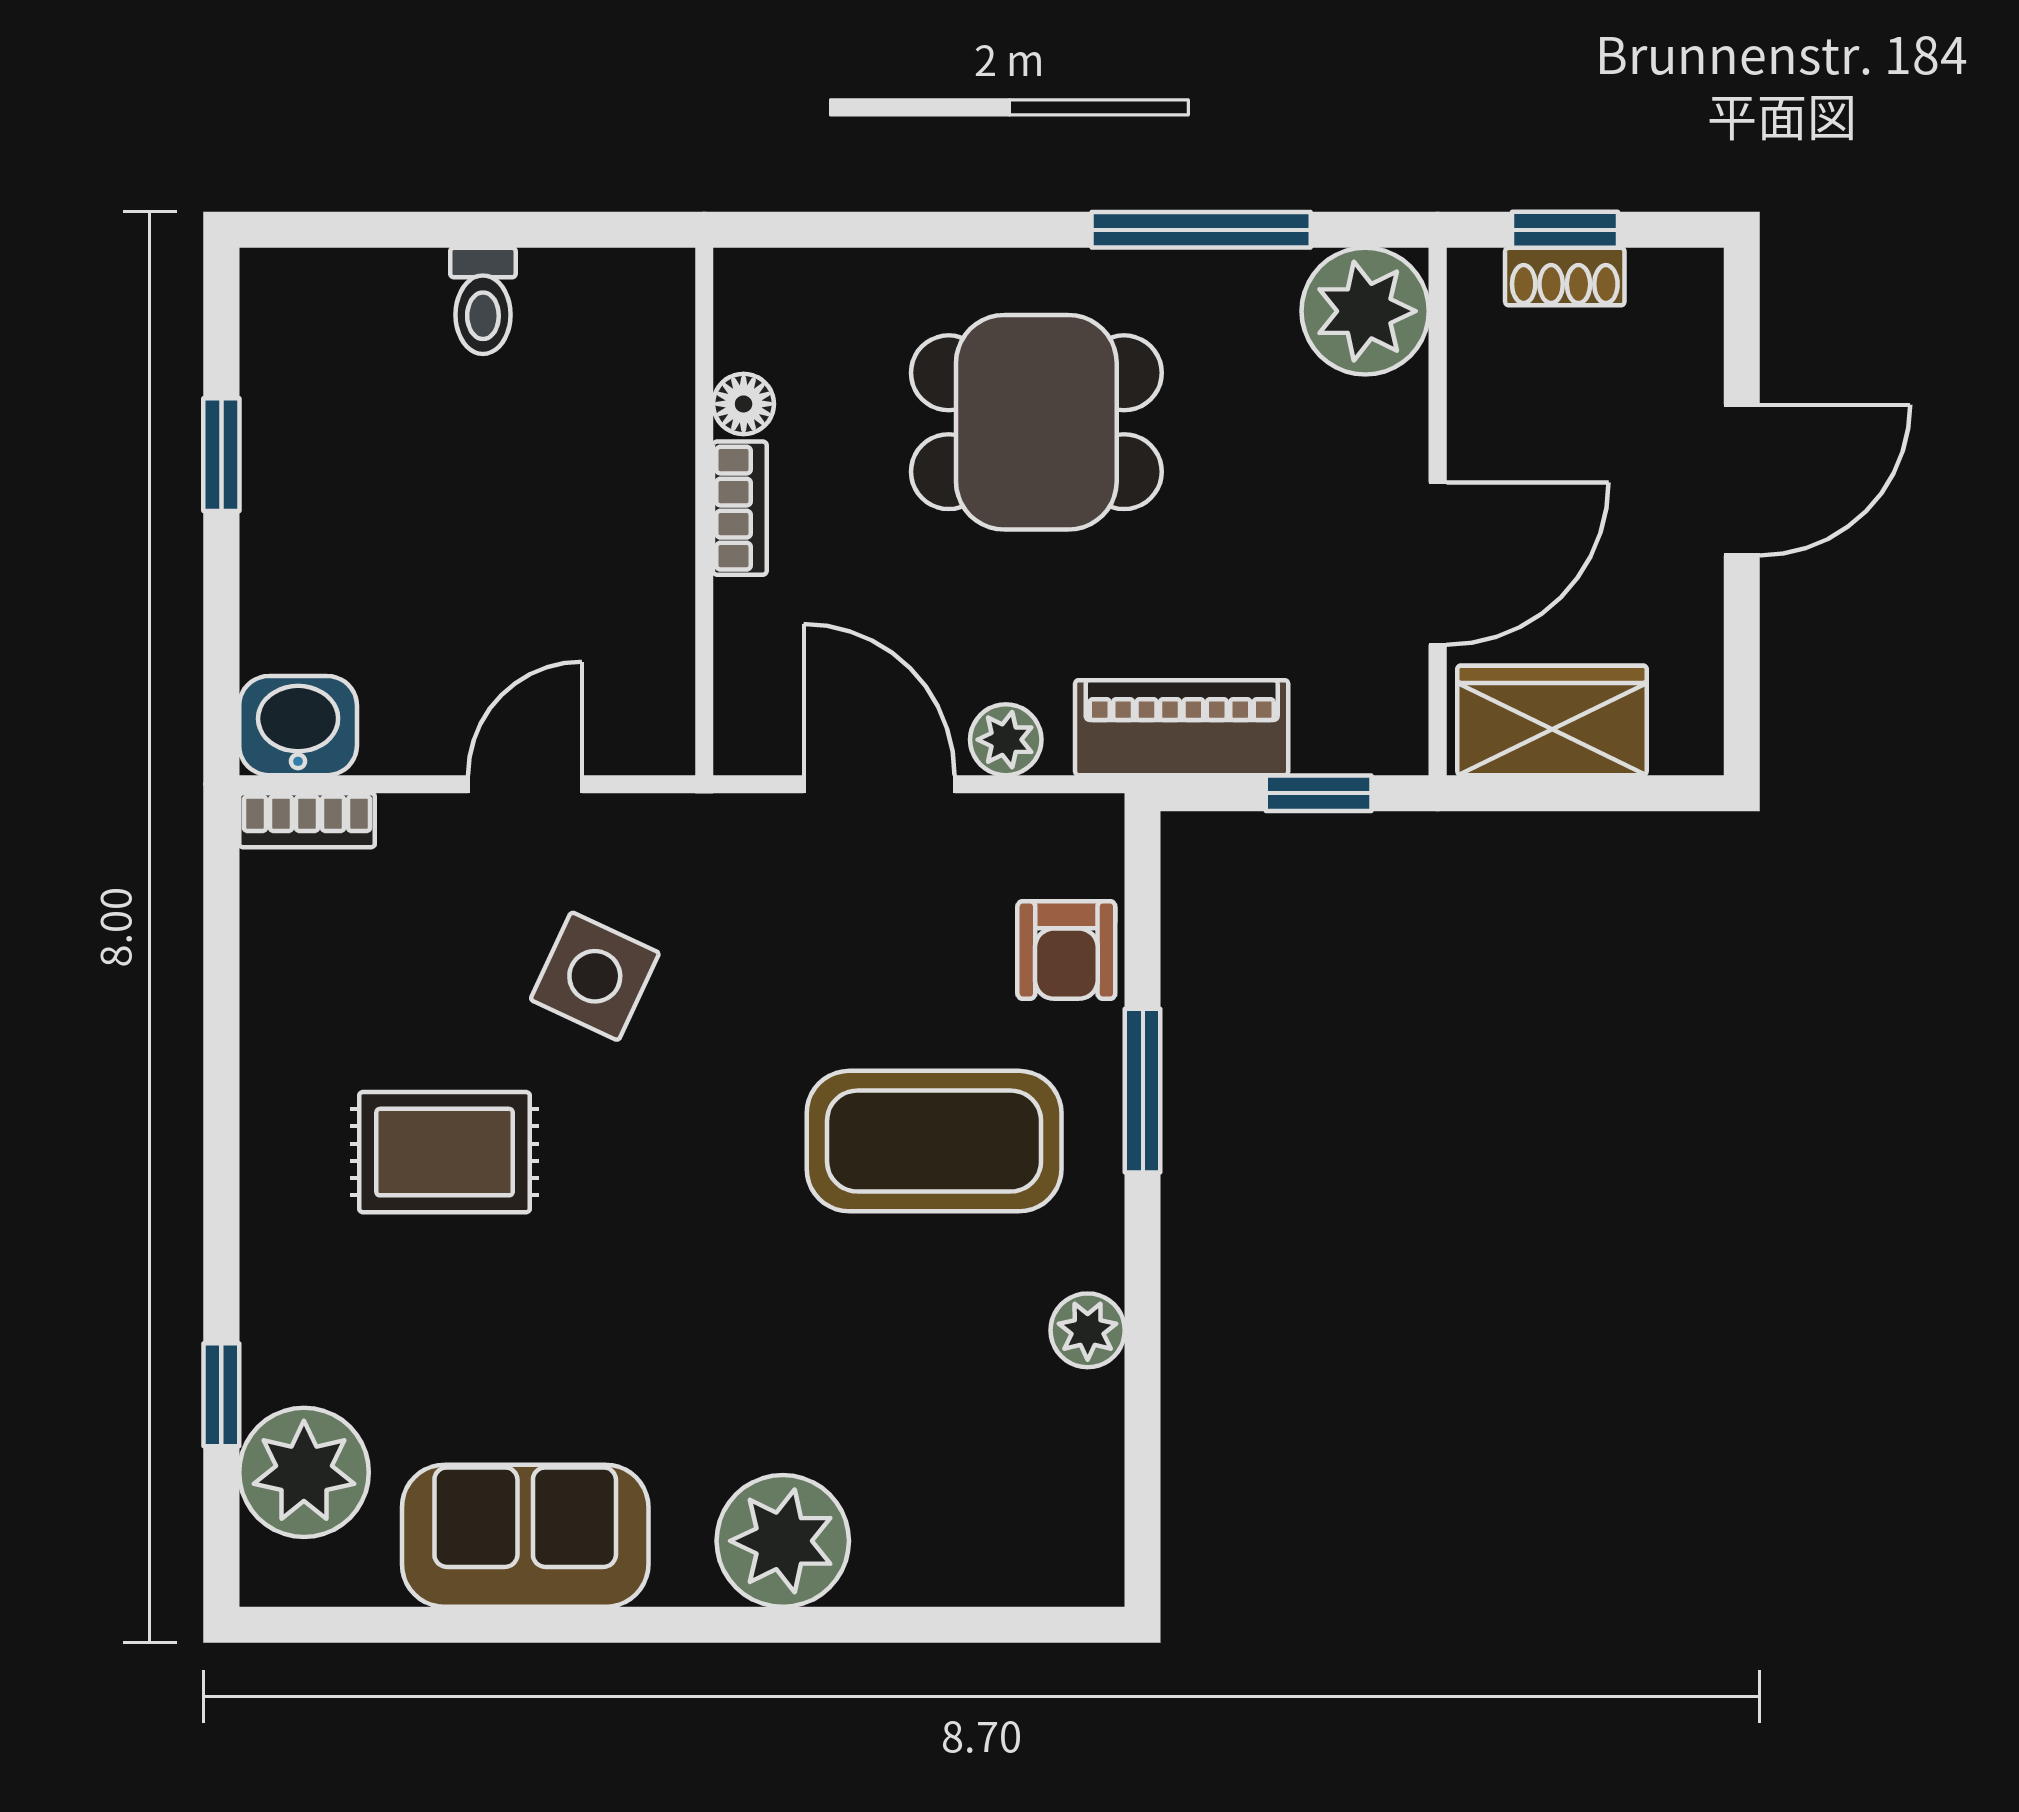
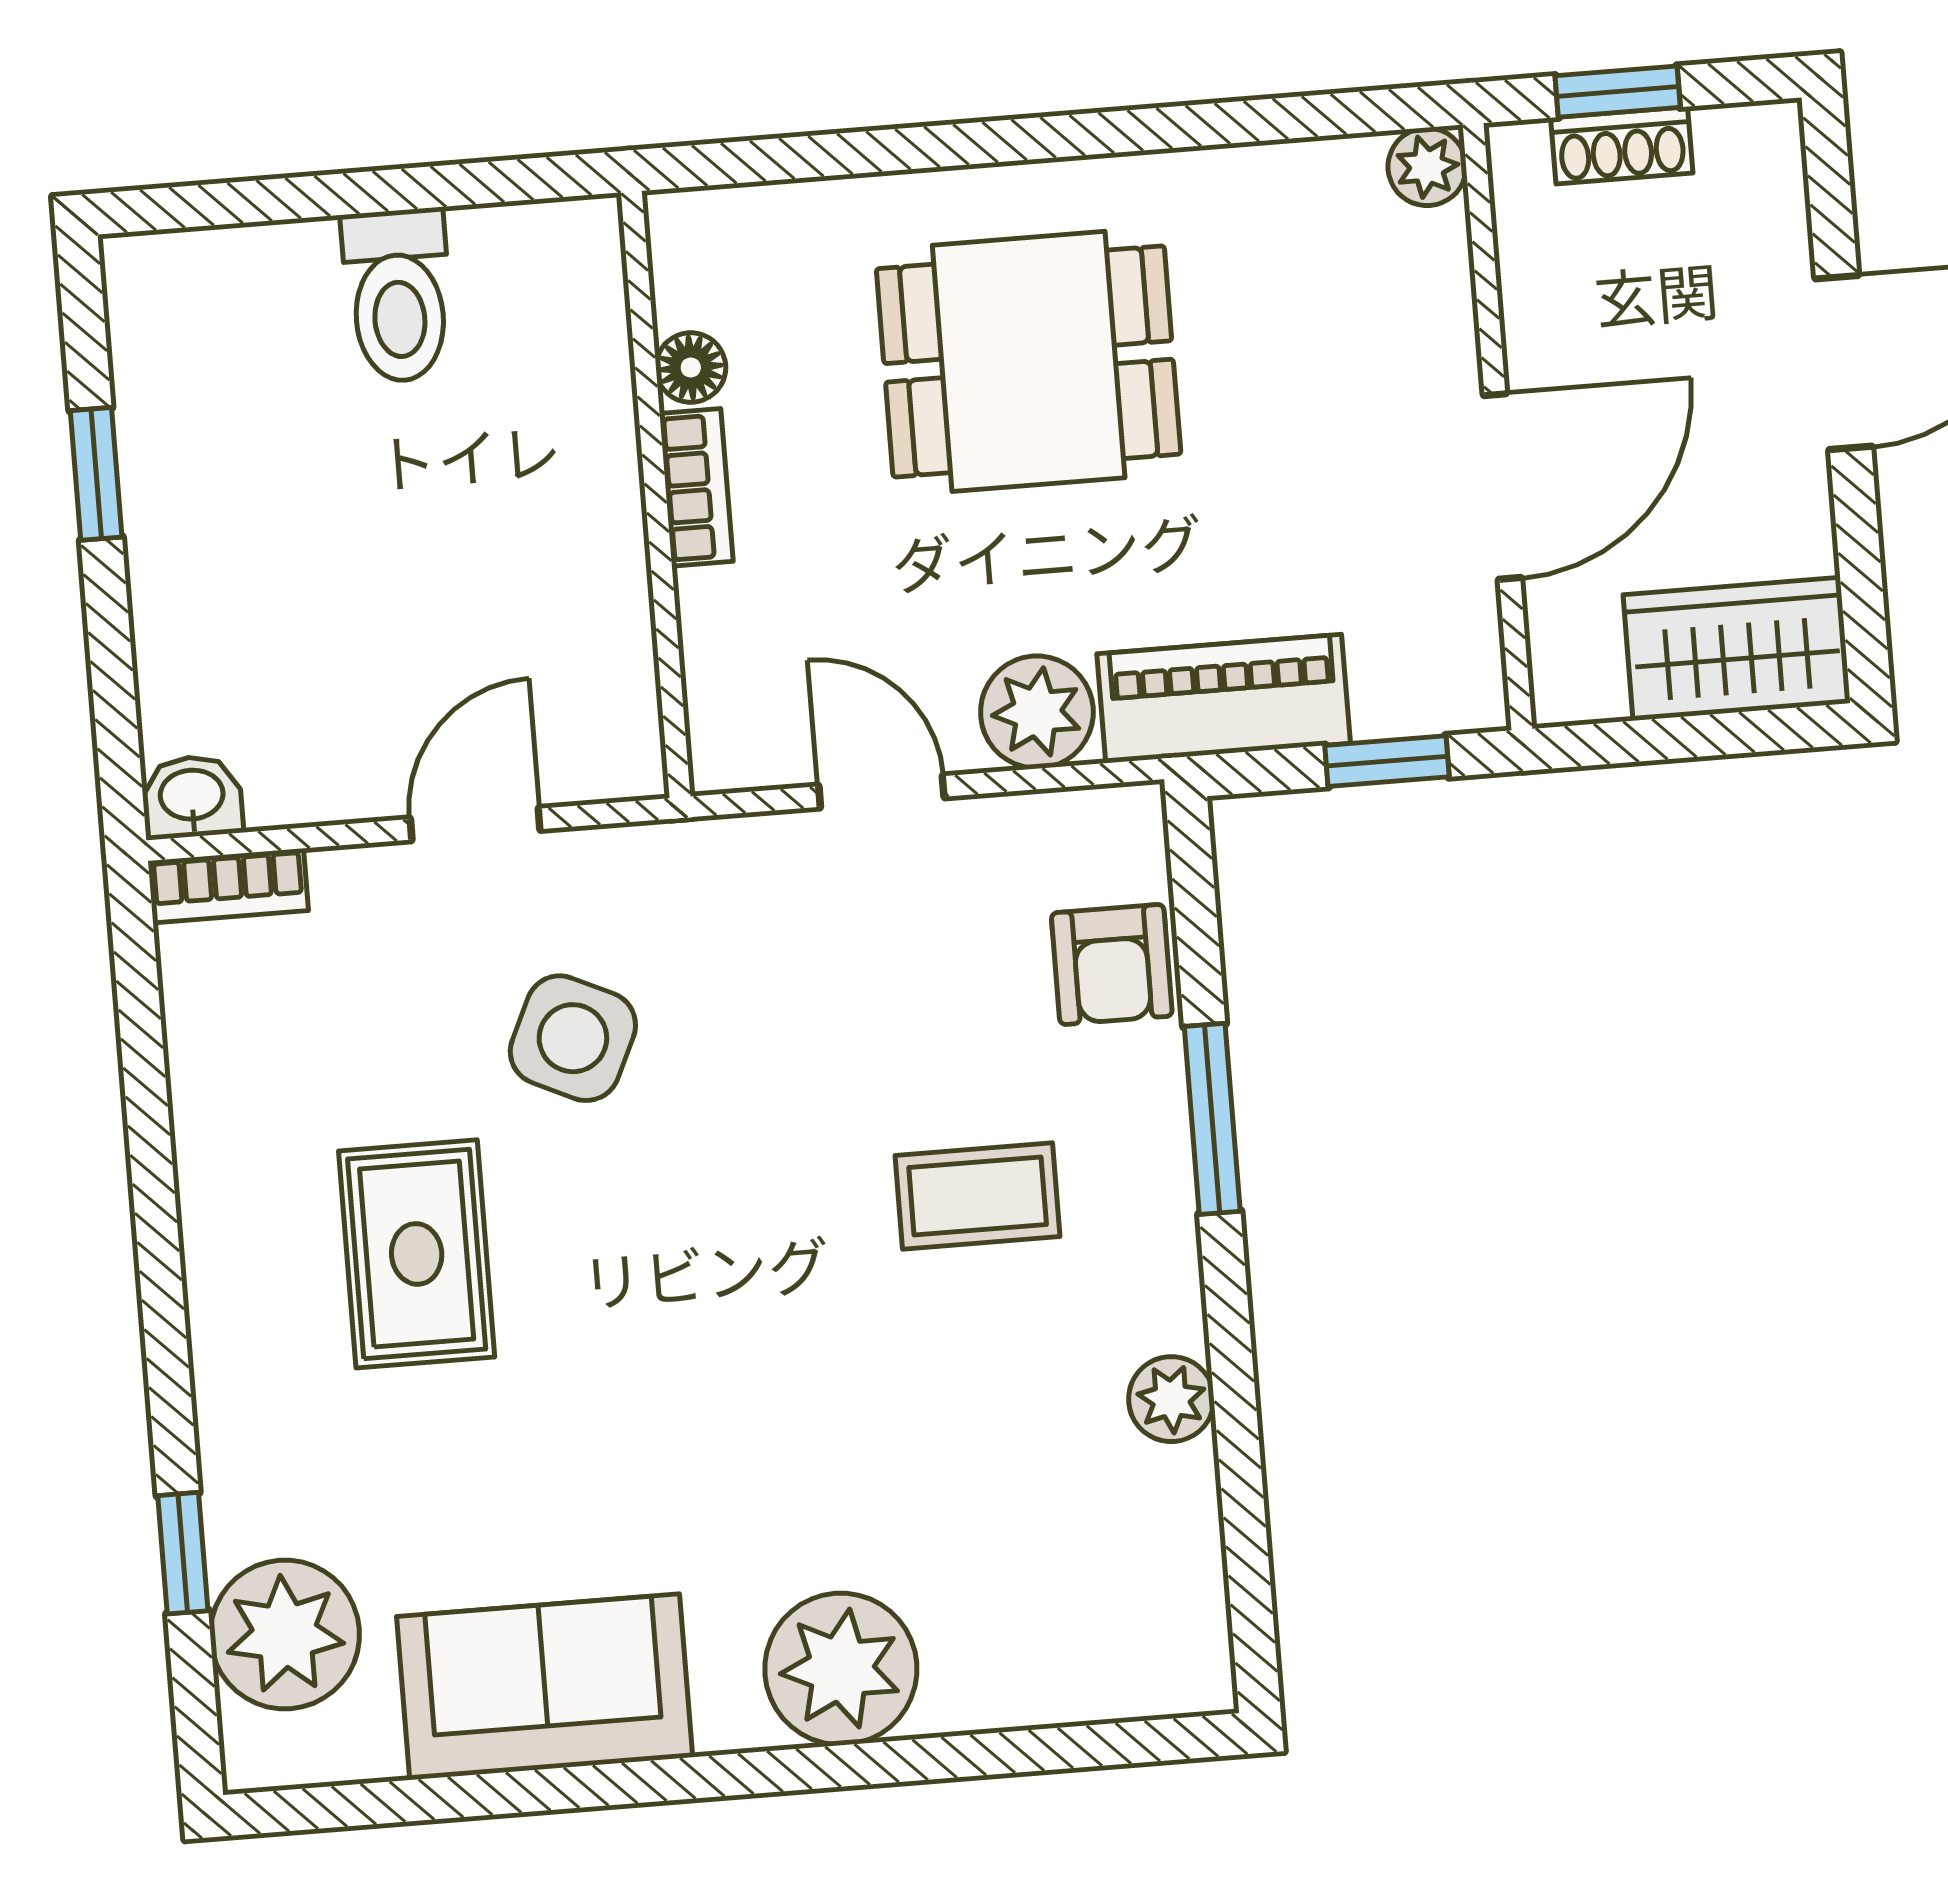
window: (1201, 230) -> (1200, 125), removed
toilet: (483, 301) -> (398, 296), width x1.37, depth x1.39
plant: (1365, 311) -> (1427, 167), width x0.53, depth x0.53
wardrobe: (1552, 720) -> (1737, 649), moved
washbasin: (298, 726) -> (192, 797), width x0.72, depth x0.69
plant: (1006, 740) -> (1037, 712), width x1.38, depth x1.38
door: (879, 784) -> (881, 791), width x0.73
coffee table: (934, 1141) -> (978, 1196), width x0.54, depth x0.58
rug: (445, 1152) -> (417, 1254), turned 90

